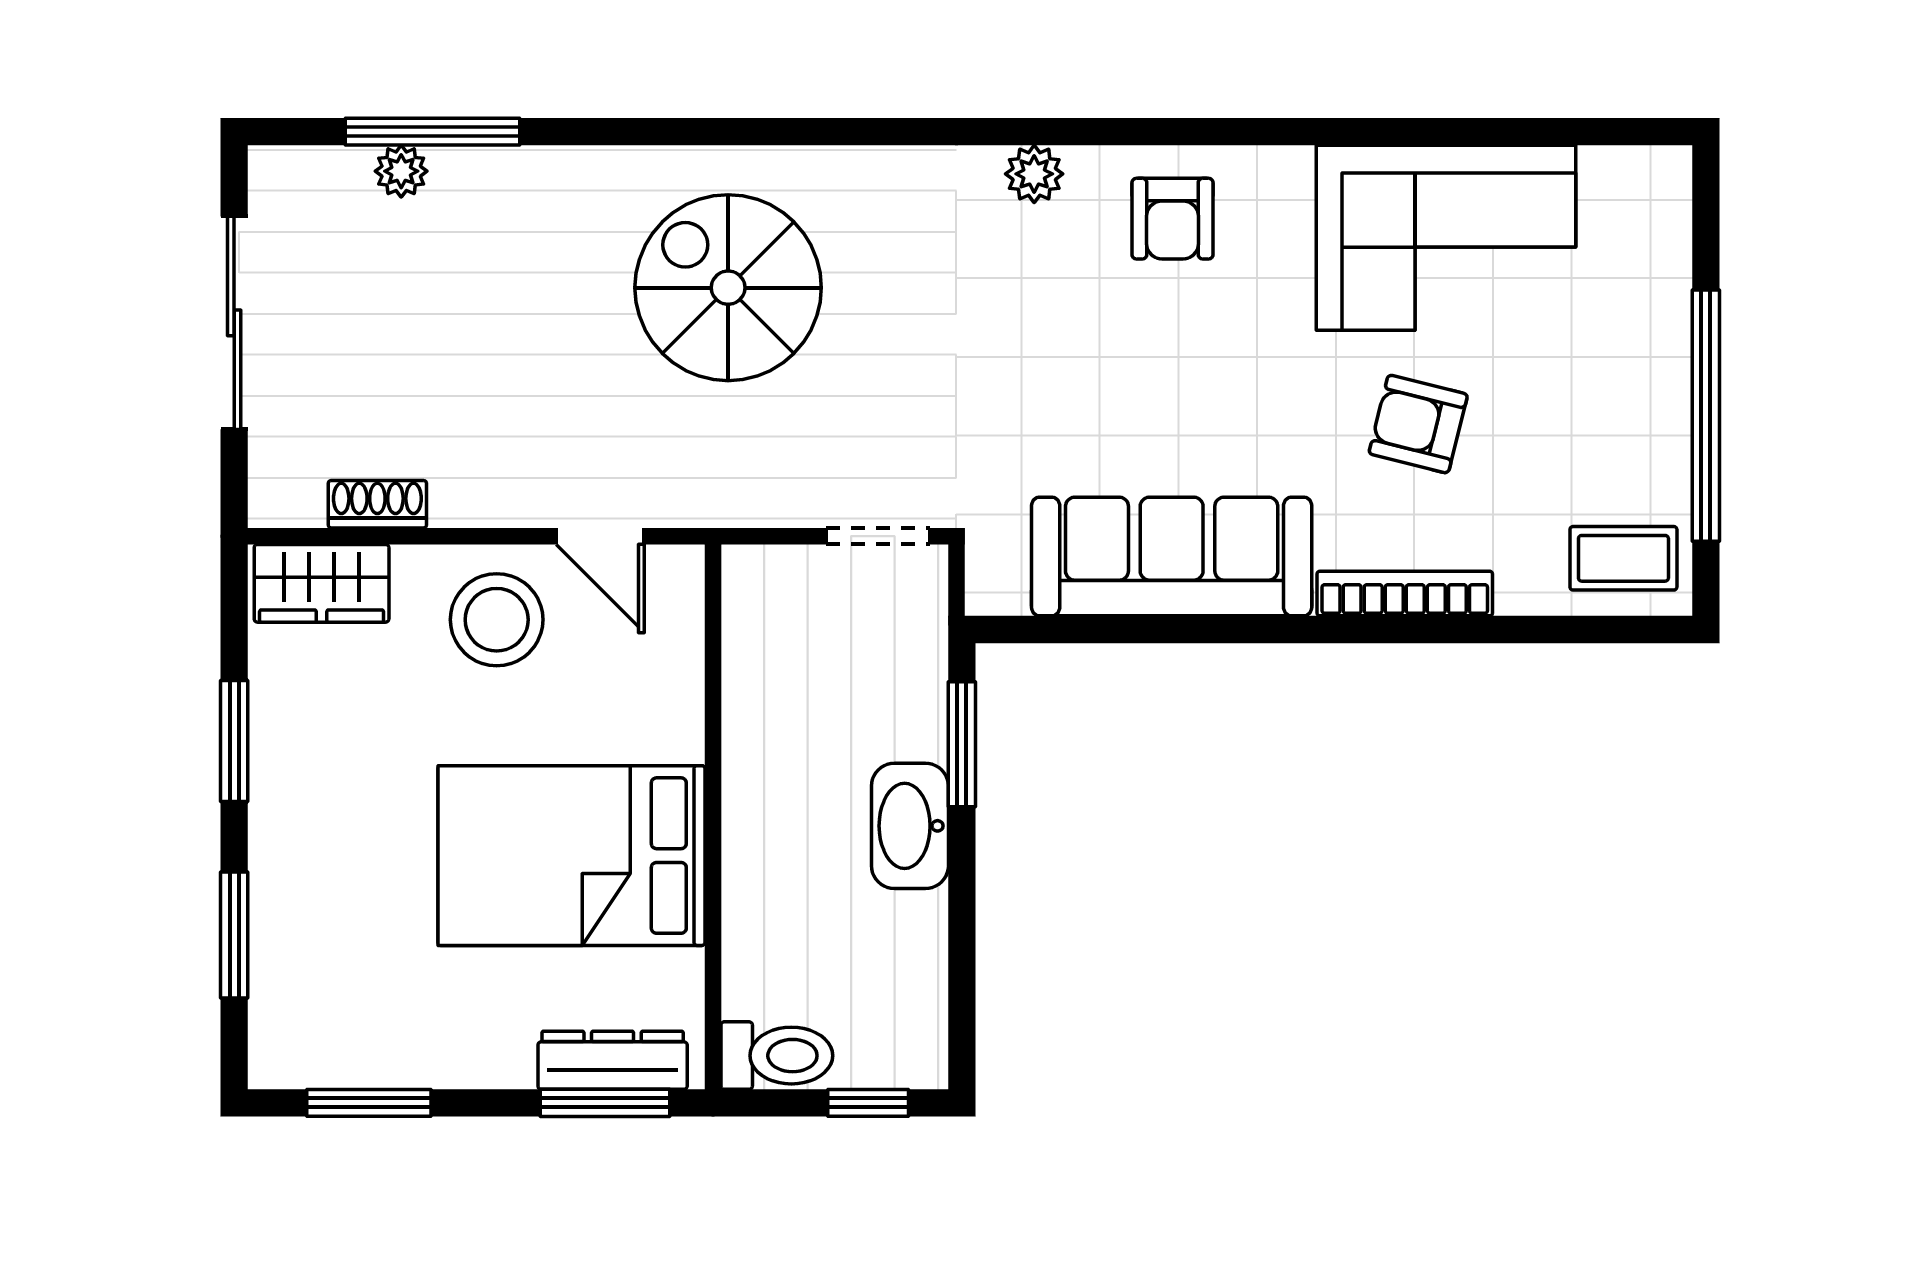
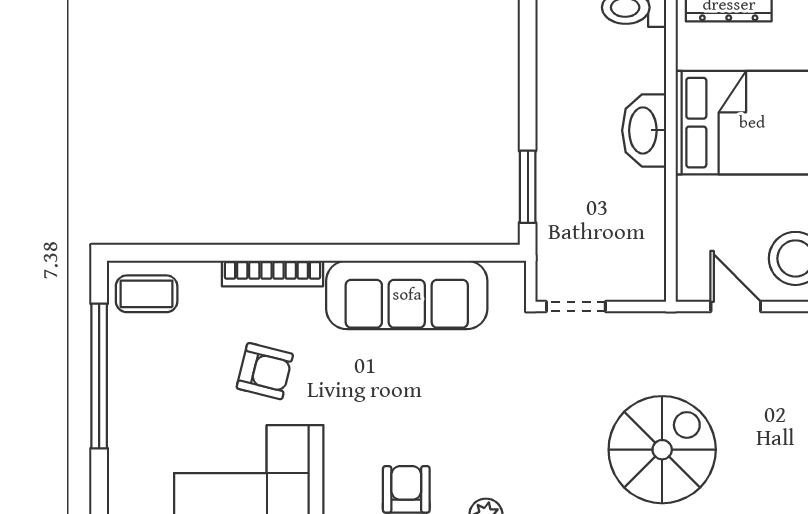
spiral stairs: (728, 288) -> (662, 450), turned -90
washbasin: (910, 826) -> (644, 130), moved, turned 180

